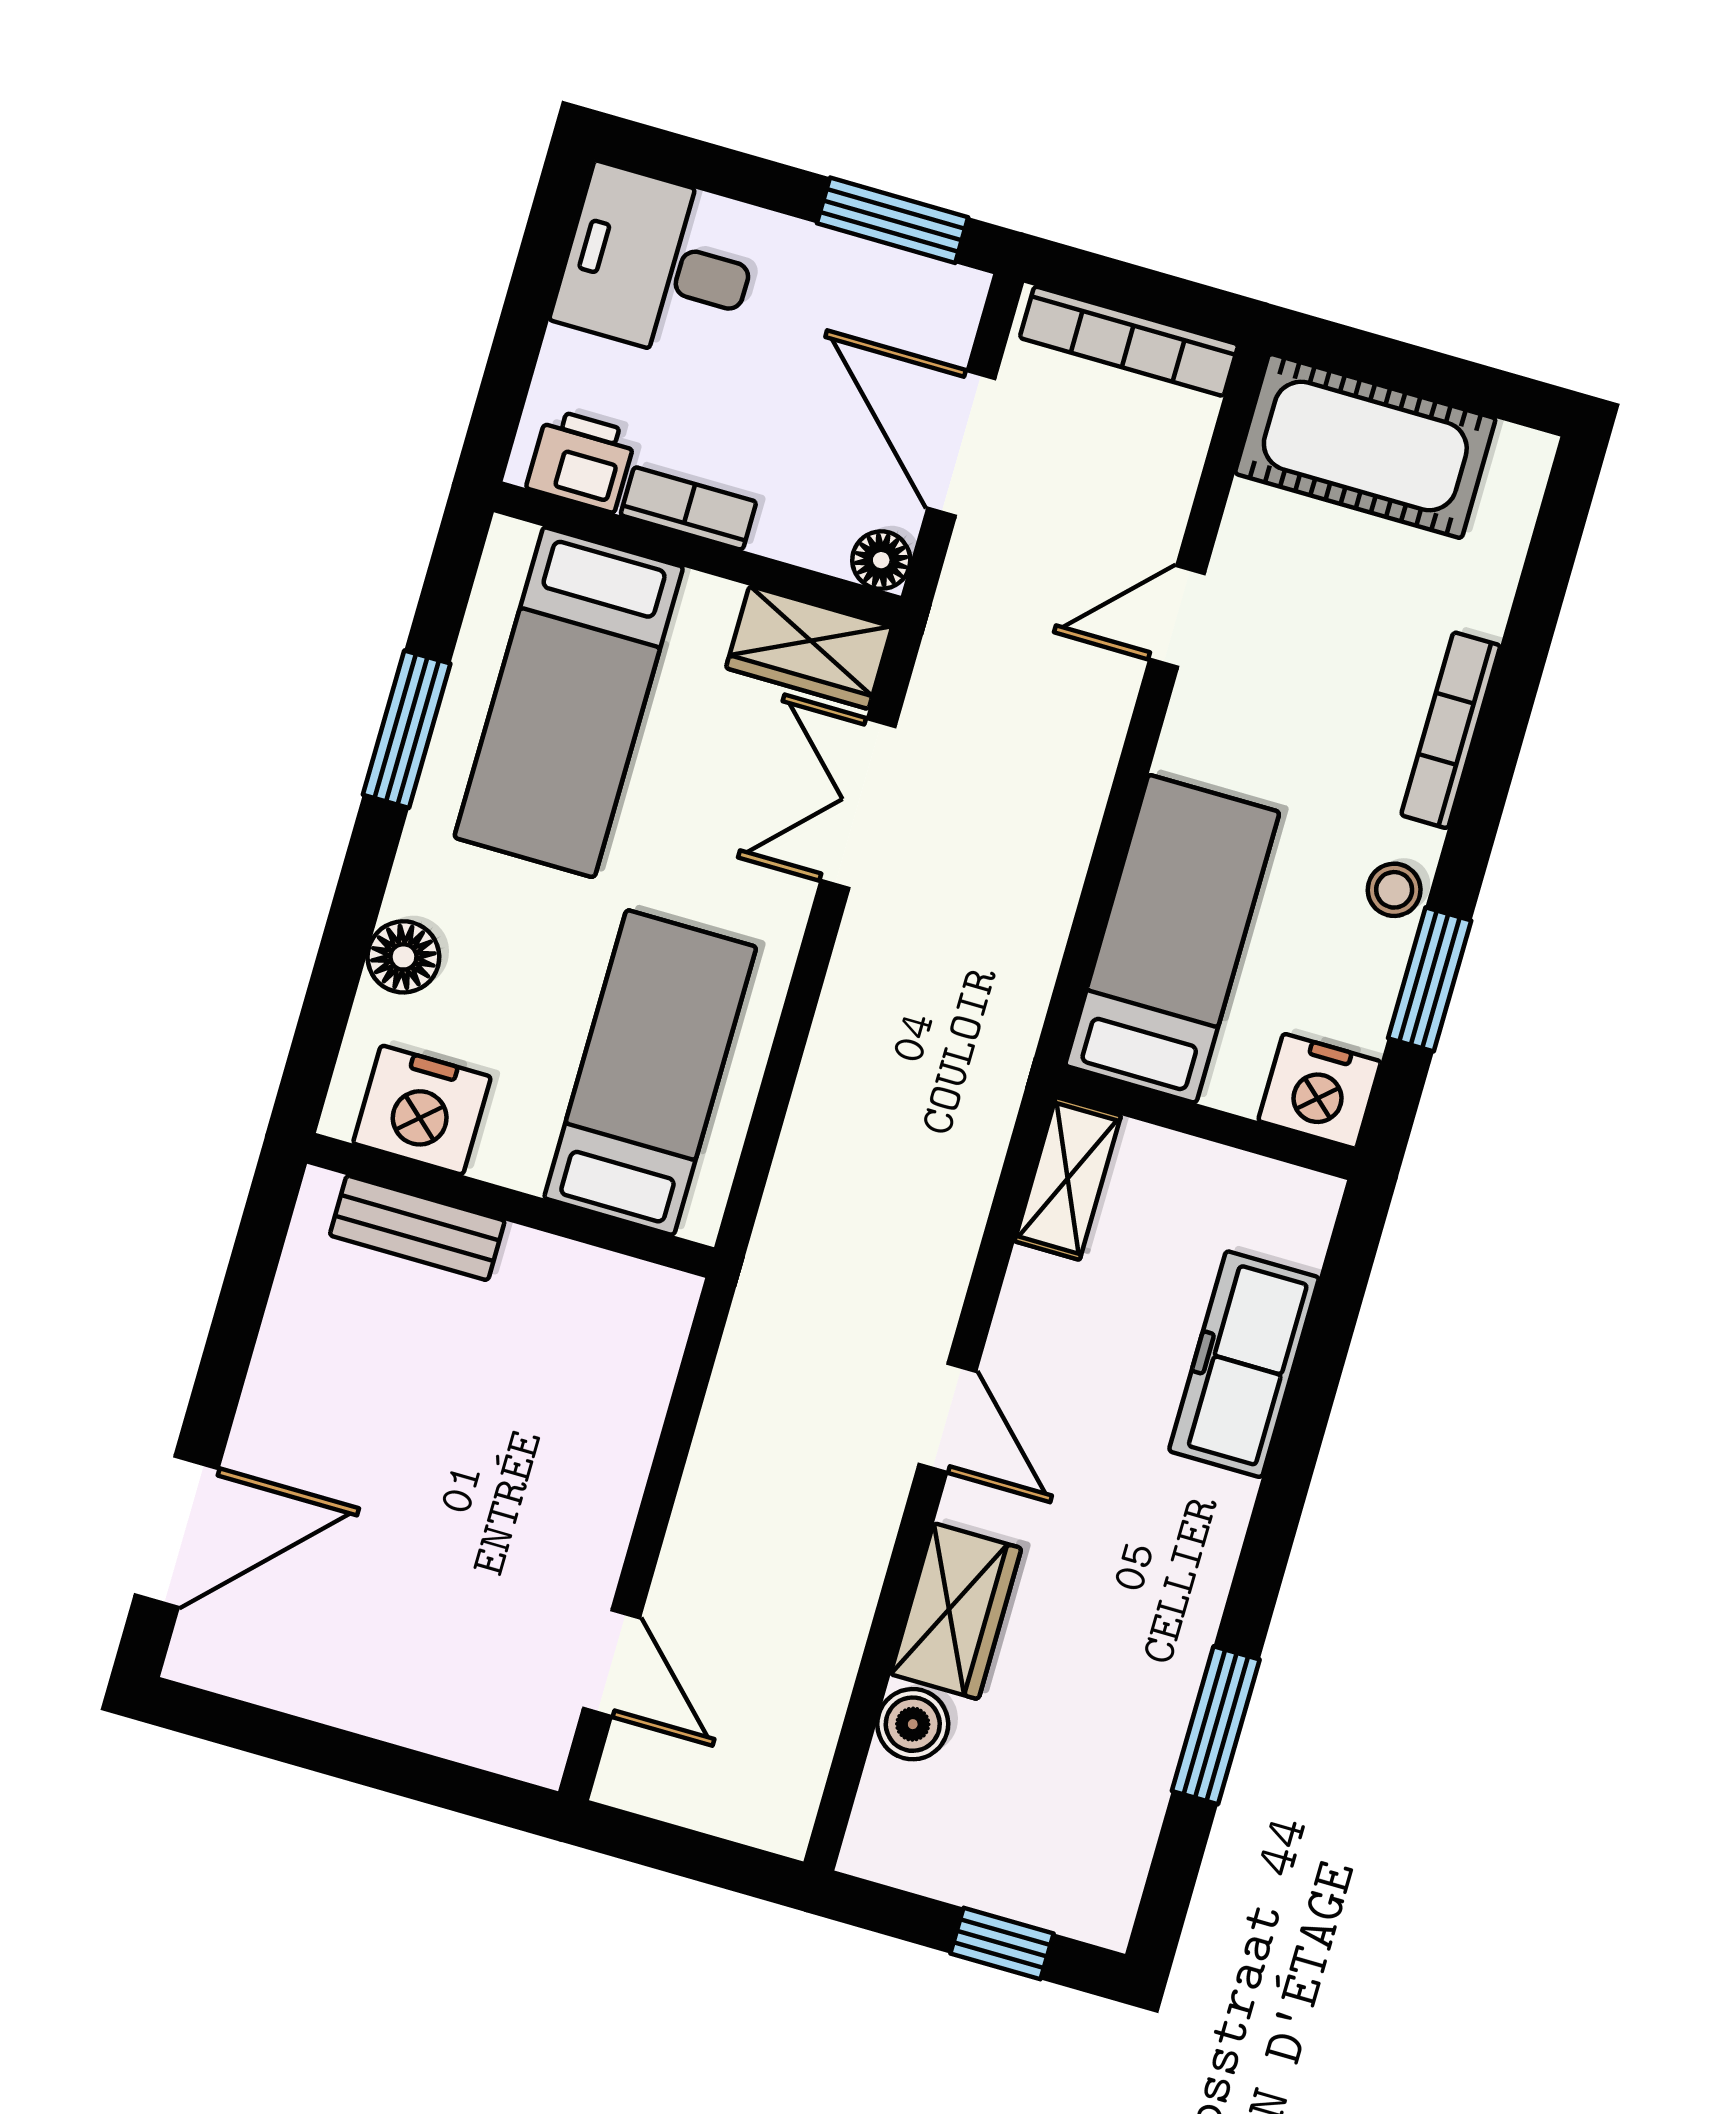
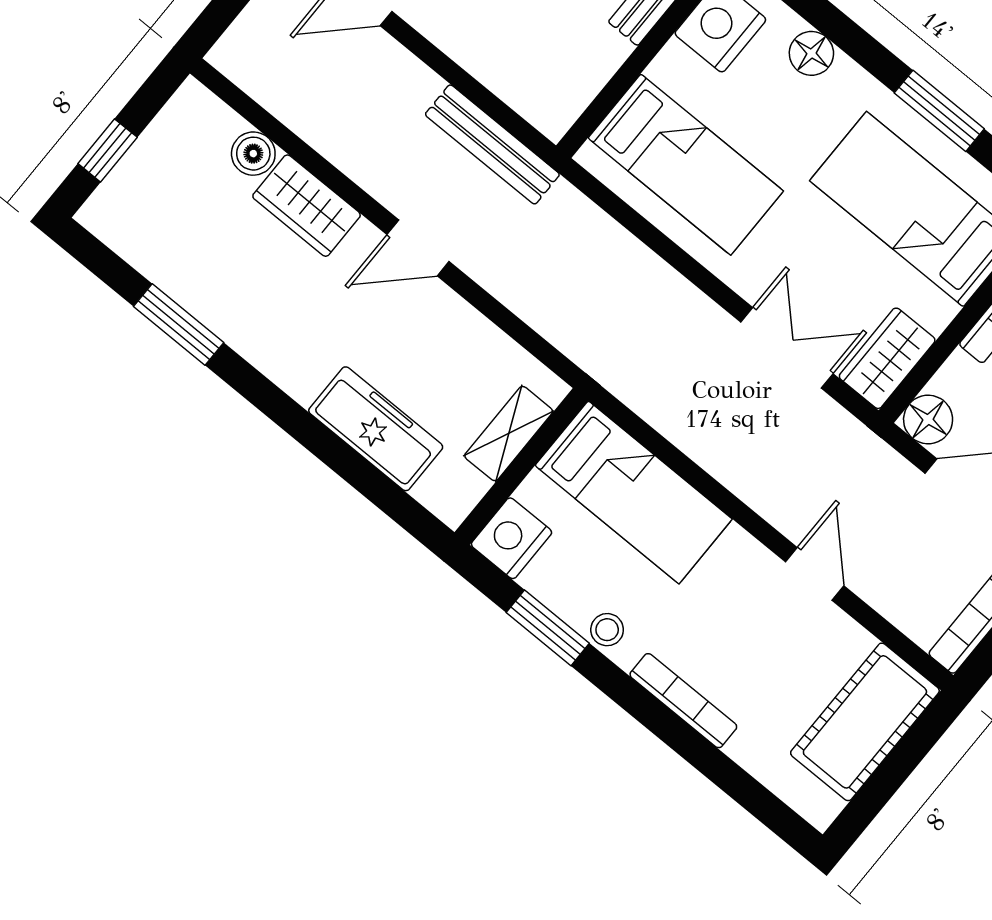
floor lamp: (881, 560) -> (928, 420), width x1.37, depth x1.37
shelving: (1068, 1178) -> (509, 434), moved, turned 90
bench: (745, 1374) -> (492, 144), added

